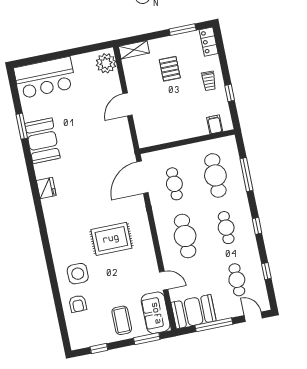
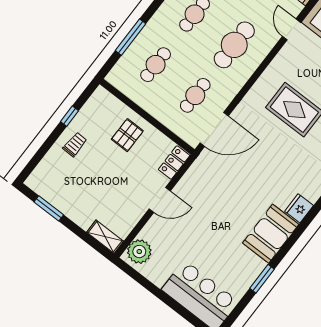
locker: (209, 42) -> (174, 162), moved, turned 180
pallet: (170, 69) -> (127, 135), moved
filing cabinet: (215, 124) -> (110, 105), removed
booth: (42, 141) -> (271, 234), moved
cafe table: (215, 175) -> (156, 65), width x0.73, depth x0.74

